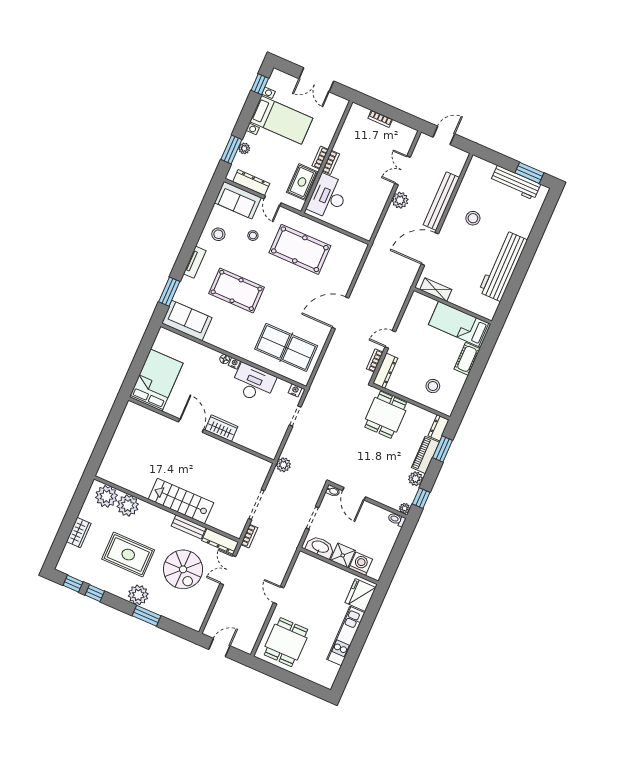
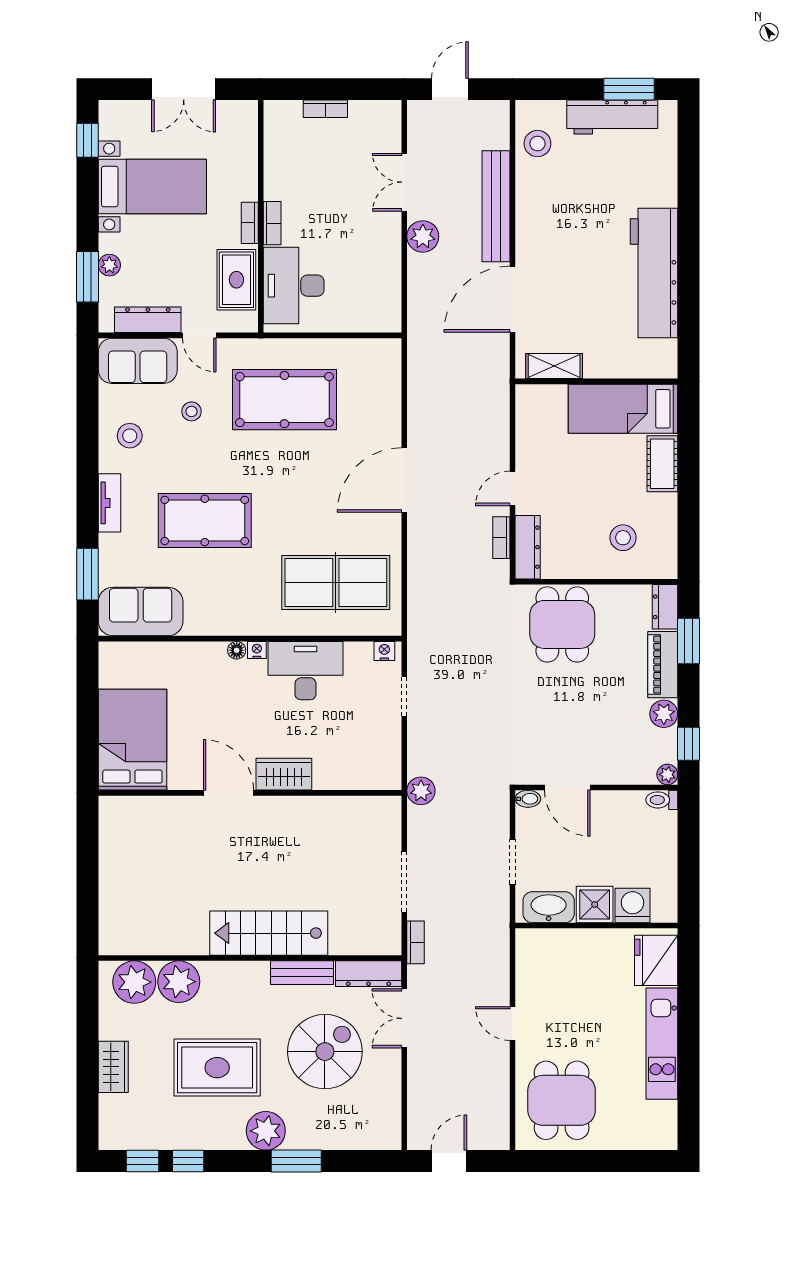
stool: (473, 218) -> (537, 144), moved
spiral stairs: (183, 569) -> (325, 1052), turned -90

